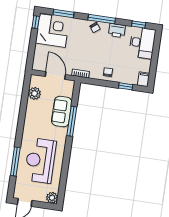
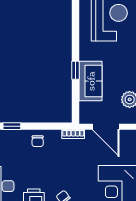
window: (72, 121) -> (76, 70), width x0.46

